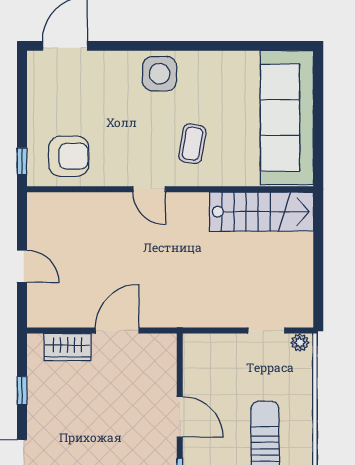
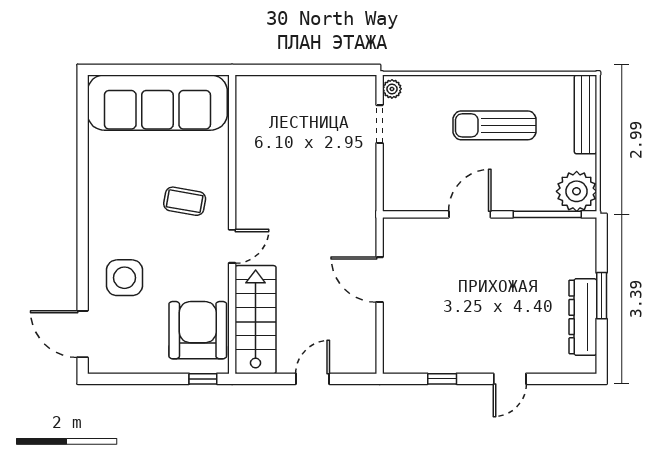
side table: (160, 74) -> (124, 278), moved
armchair: (69, 156) -> (198, 330), width x1.36, depth x1.36
stairs: (262, 212) -> (256, 320), moved
wardrobe: (67, 347) -> (397, 331), removed

